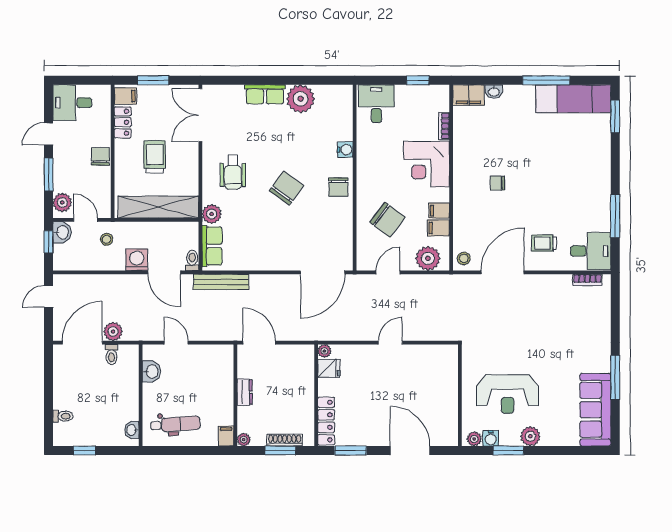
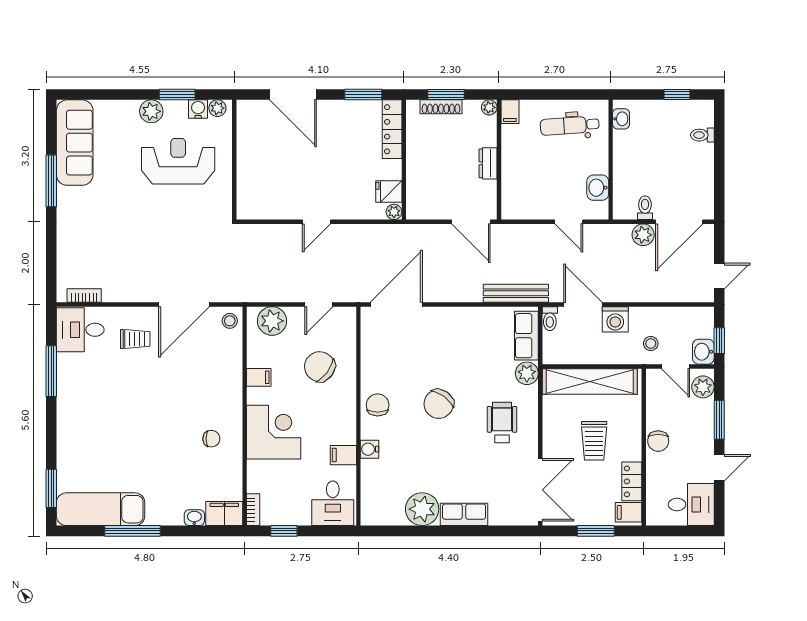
bookcase: (444, 126) -> (253, 510), moved
chair: (497, 183) -> (211, 439), moved
filing cabinet: (438, 228) -> (343, 455), moved, turned 180

